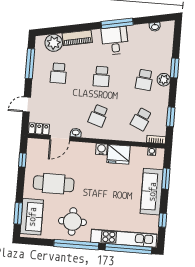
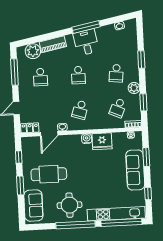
plant: (164, 80) -> (134, 88), moved
window: (18, 213) -> (20, 185), moved

